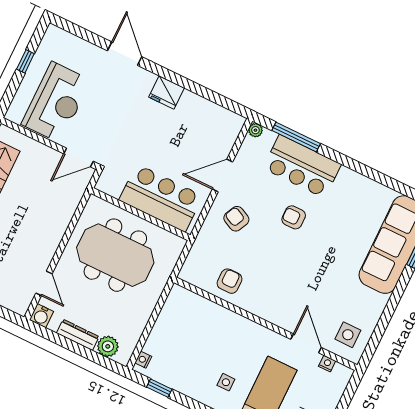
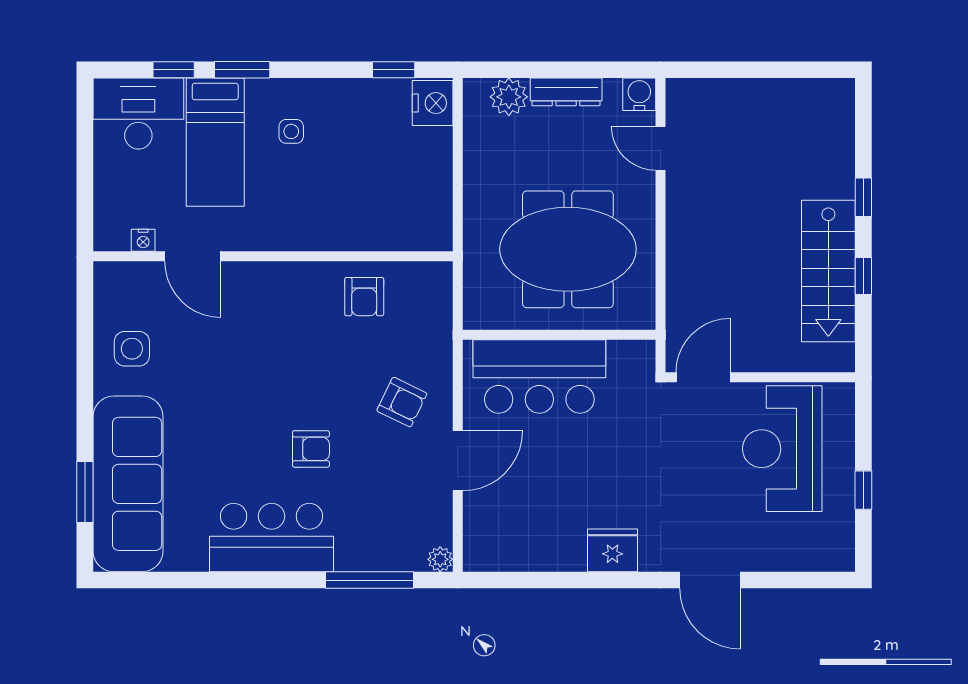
bar counter: (302, 166) -> (272, 538), moved
side table: (348, 335) -> (132, 349), moved
nightstand: (143, 360) -> (433, 103), width x1.89, depth x1.79

